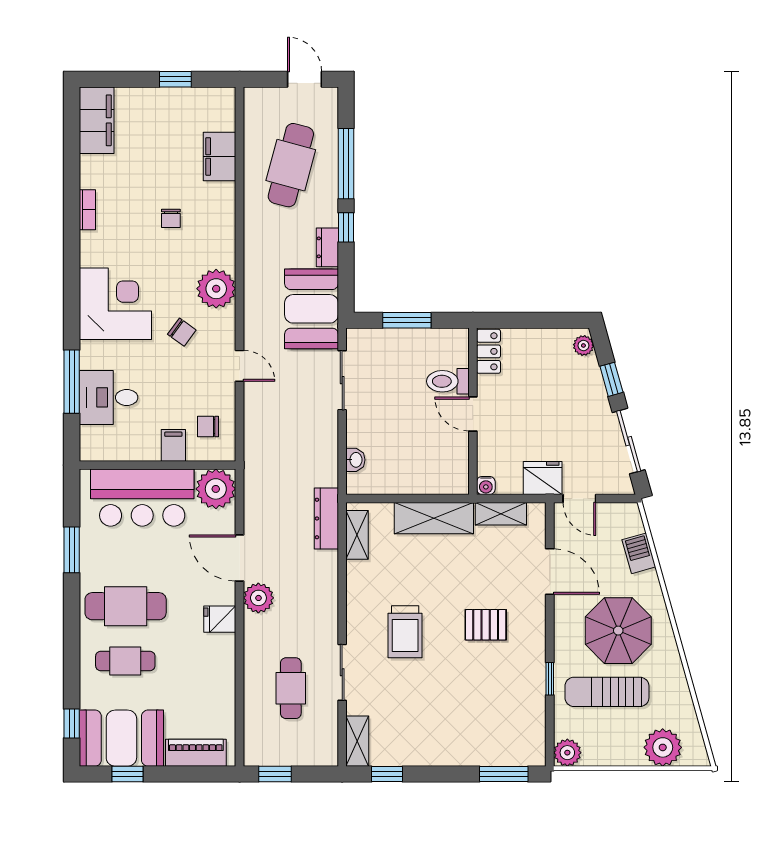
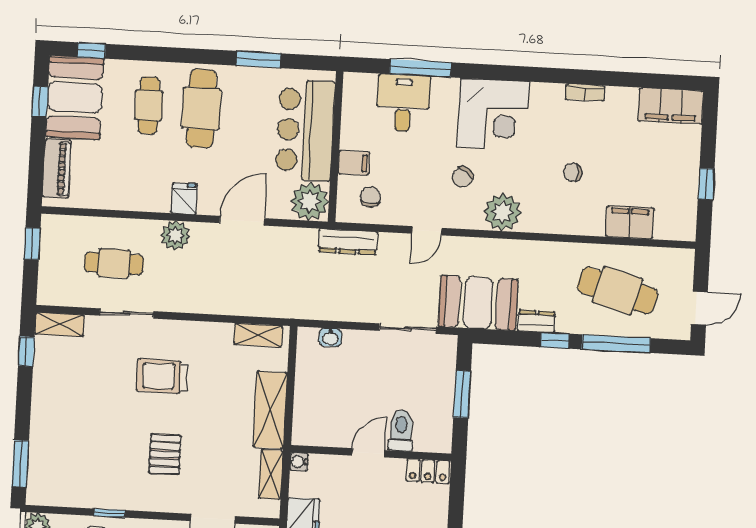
dresser: (326, 518) -> (348, 242), moved, turned 180
plant: (258, 598) -> (175, 235), moved

